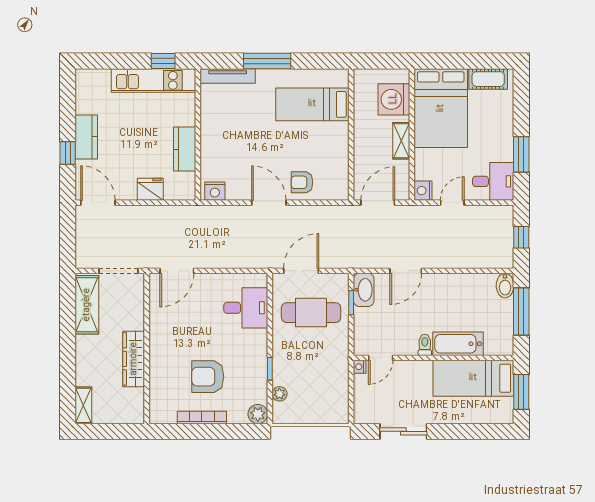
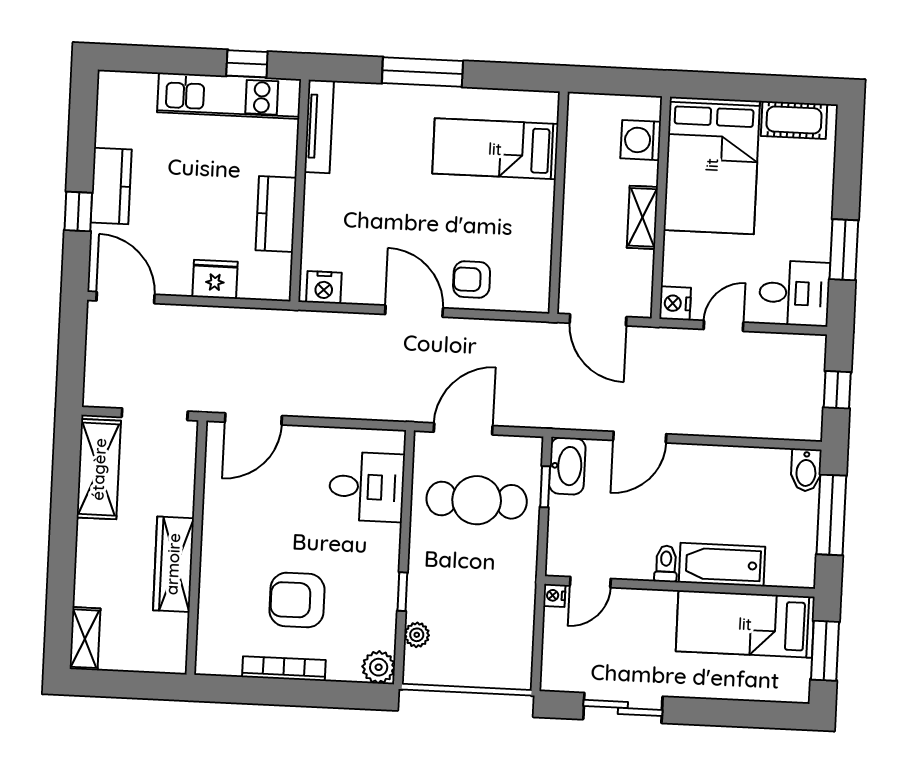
tv unit: (228, 76) -> (319, 126), moved, turned -90
washing machine: (394, 99) -> (641, 140), width x0.73, depth x0.73
door: (378, 203) -> (598, 320), swing flipped

